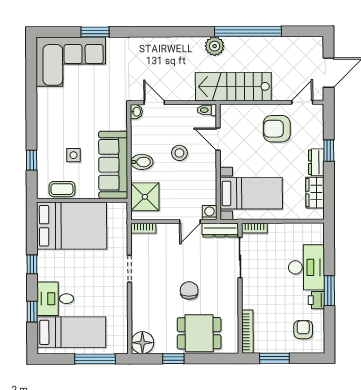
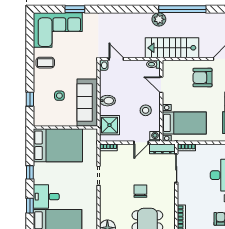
stool: (179, 153) -> (146, 110), moved
coffee table: (62, 189) -> (45, 63), moved

